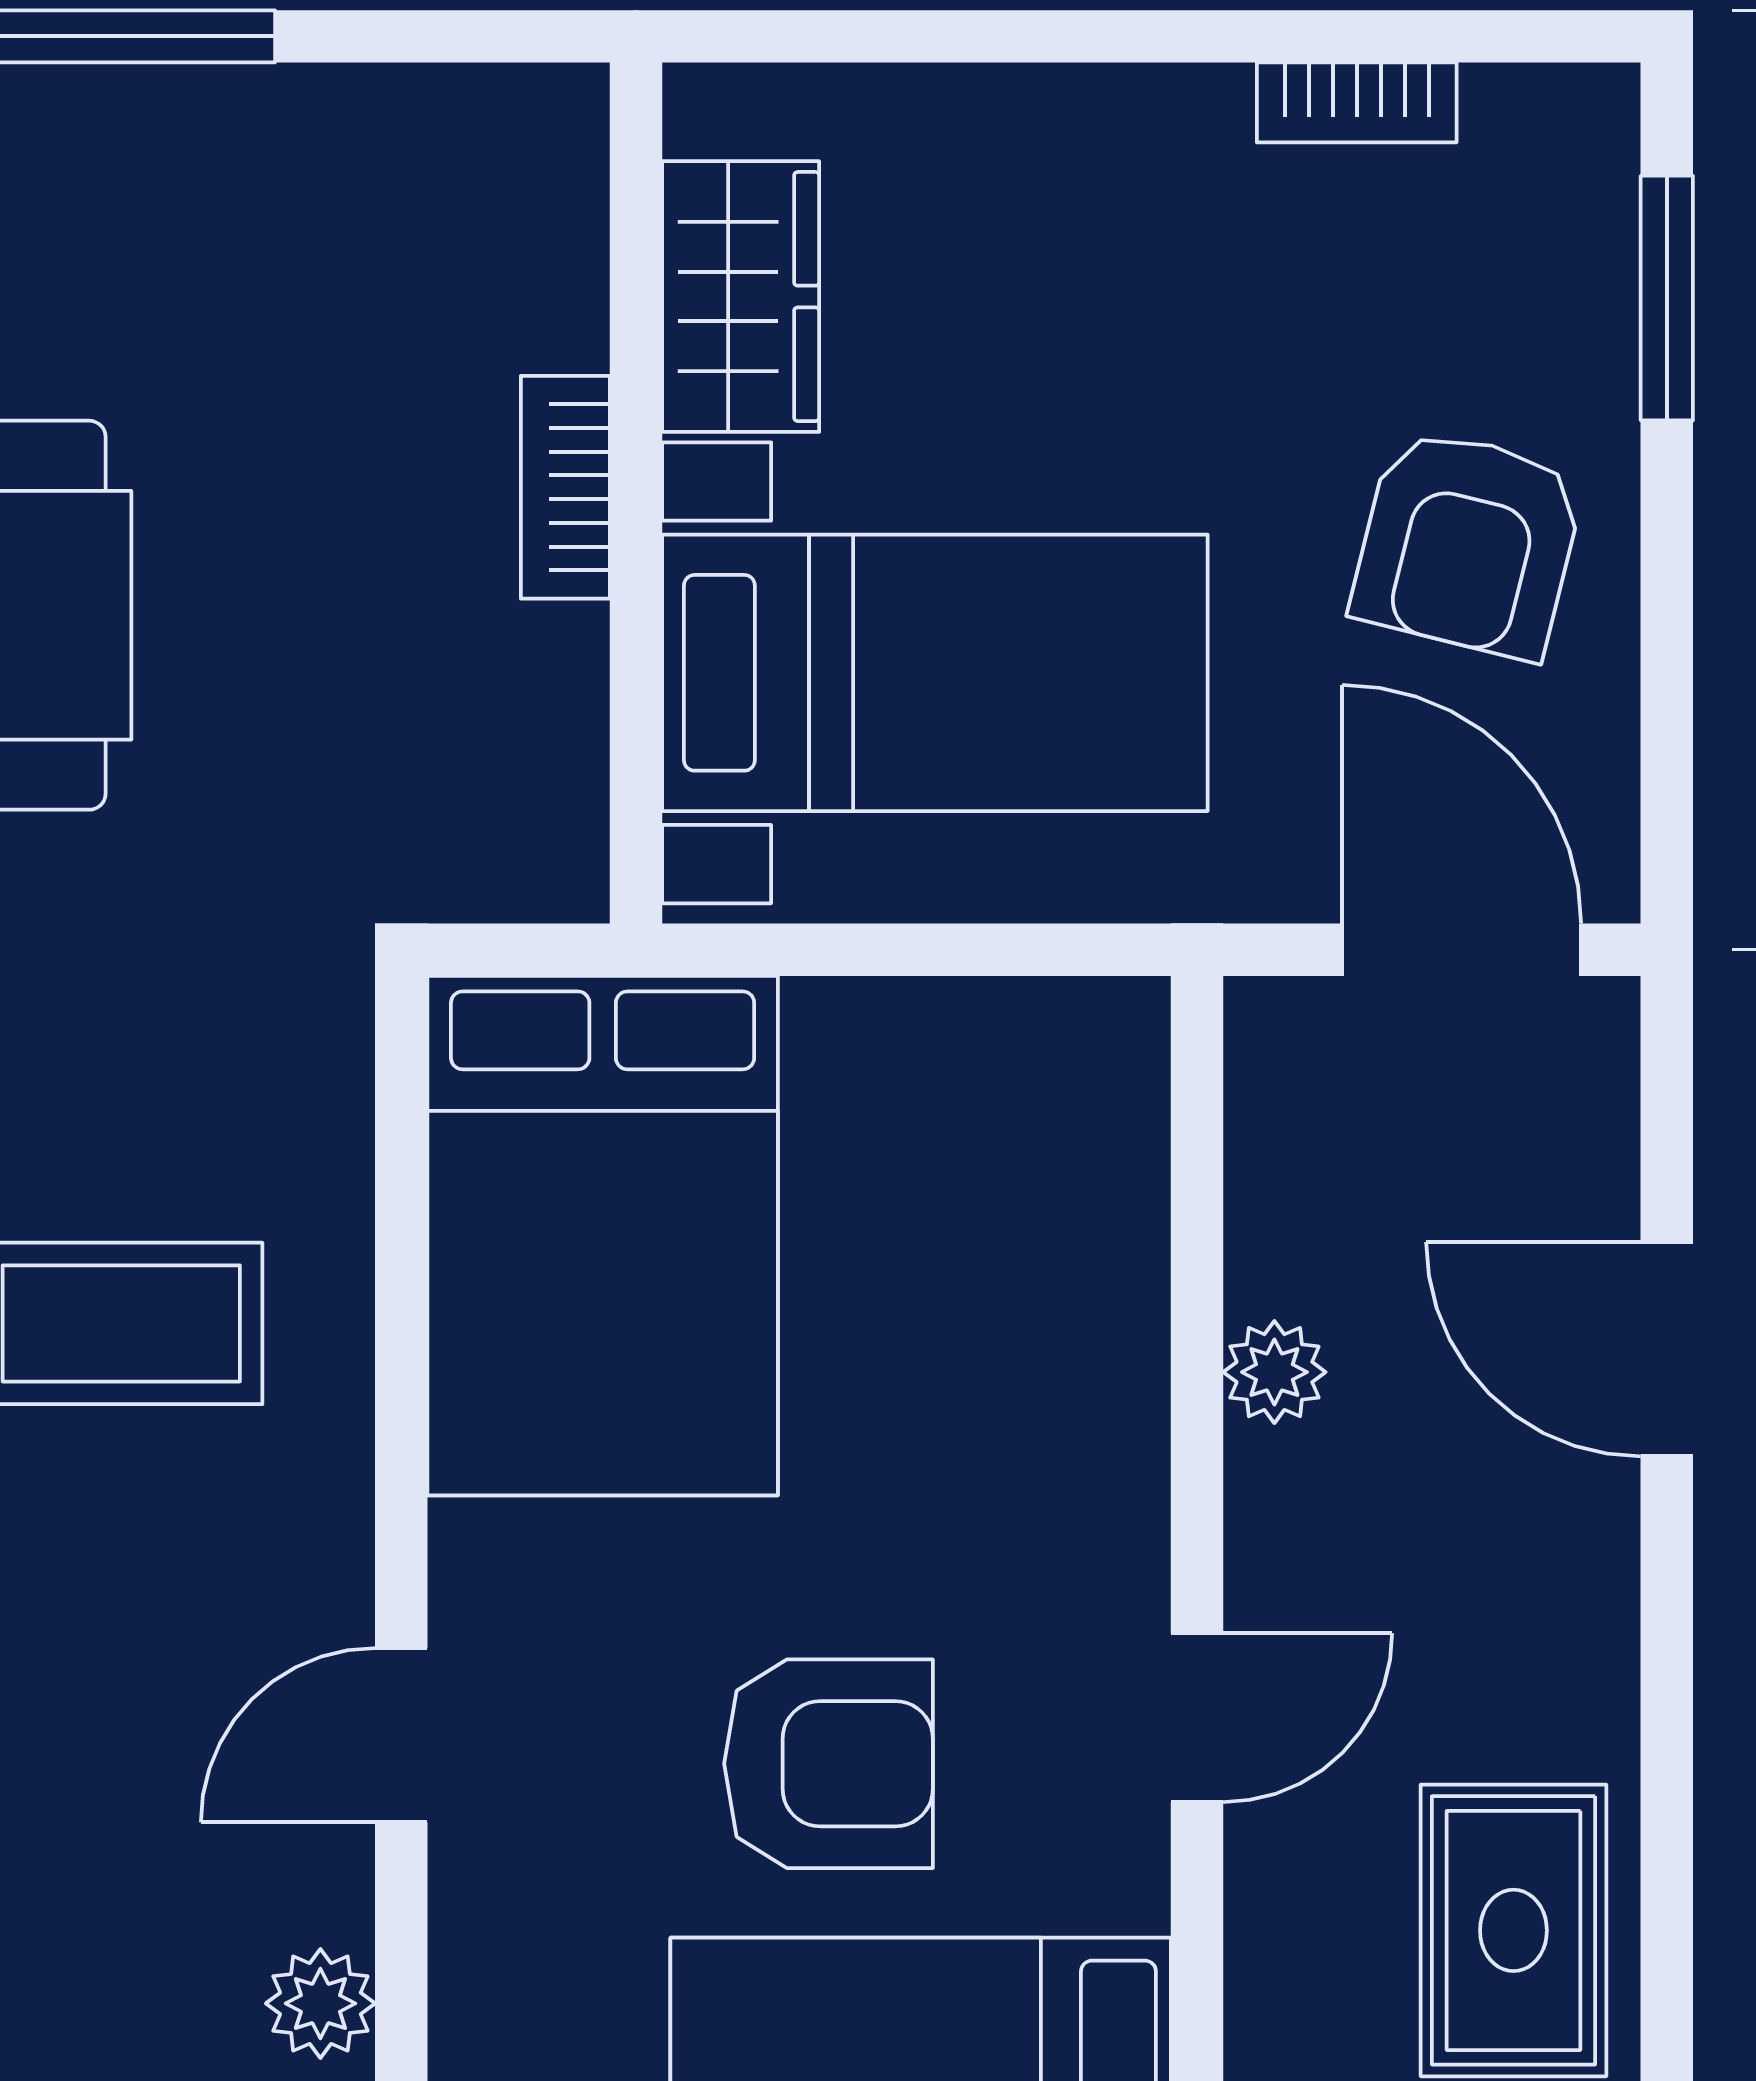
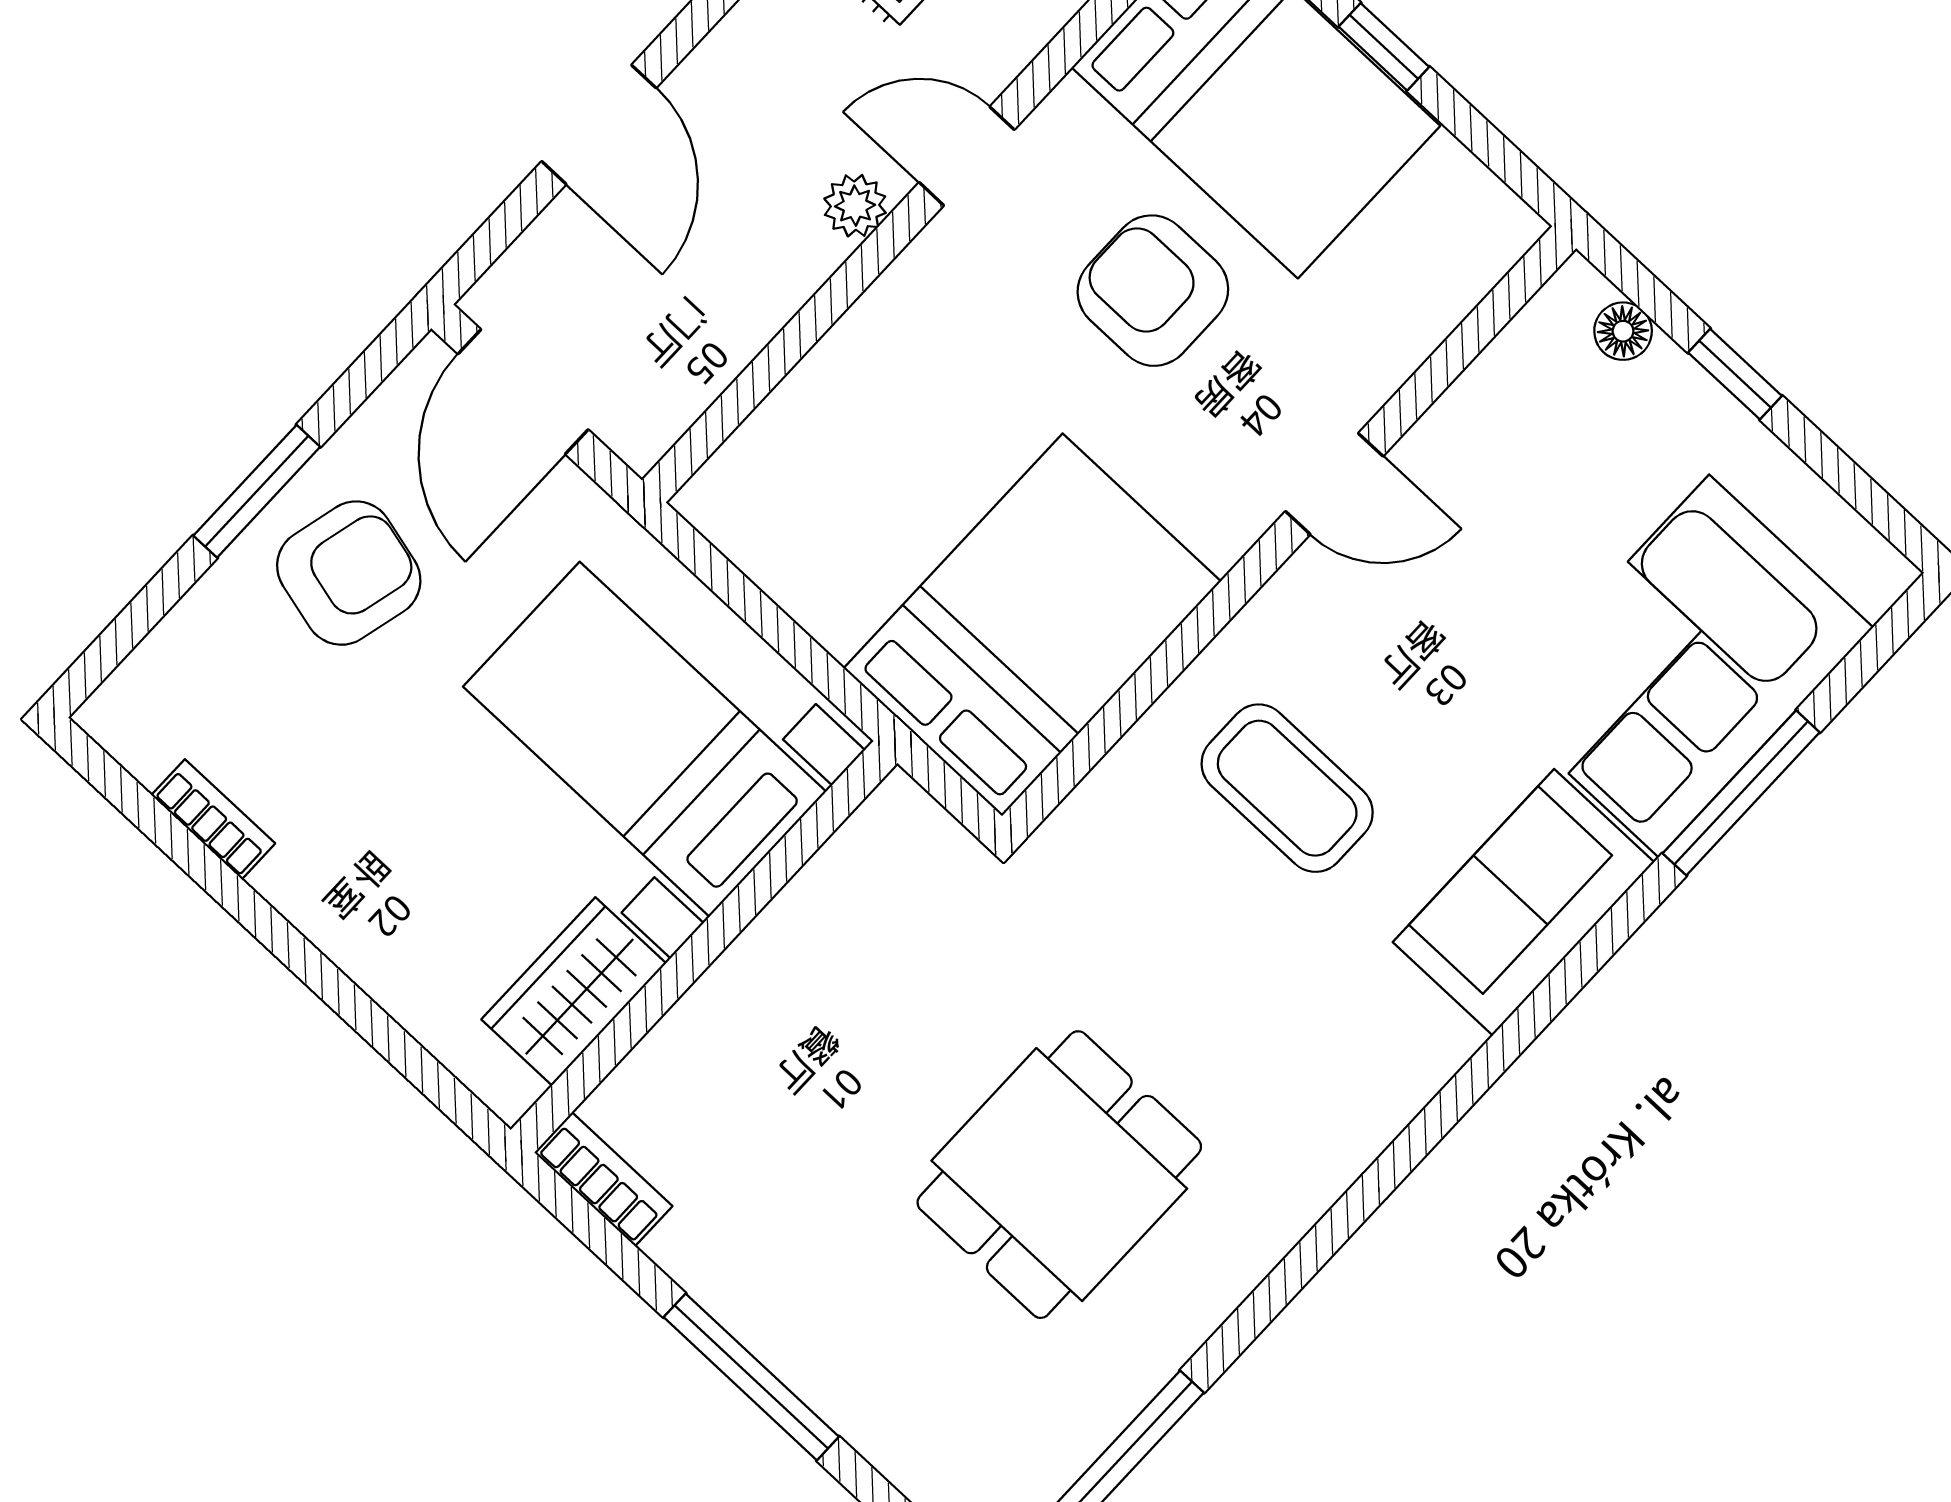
window: (1667, 298) -> (257, 491), moved
bookcase: (565, 487) -> (603, 1179), moved, turned -90
plant: (1274, 1372) -> (855, 206), moved
plant: (320, 2003) -> (1484, 396), removed

